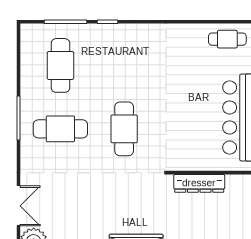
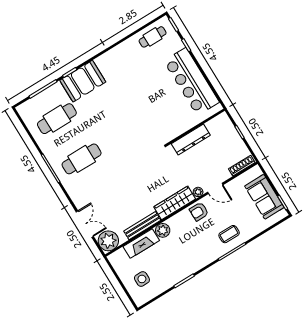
booth: (116, 41) -> (83, 81), added
cafe table: (60, 65) -> (57, 119), turned 90
cafe table: (124, 129) -> (122, 134), removed

